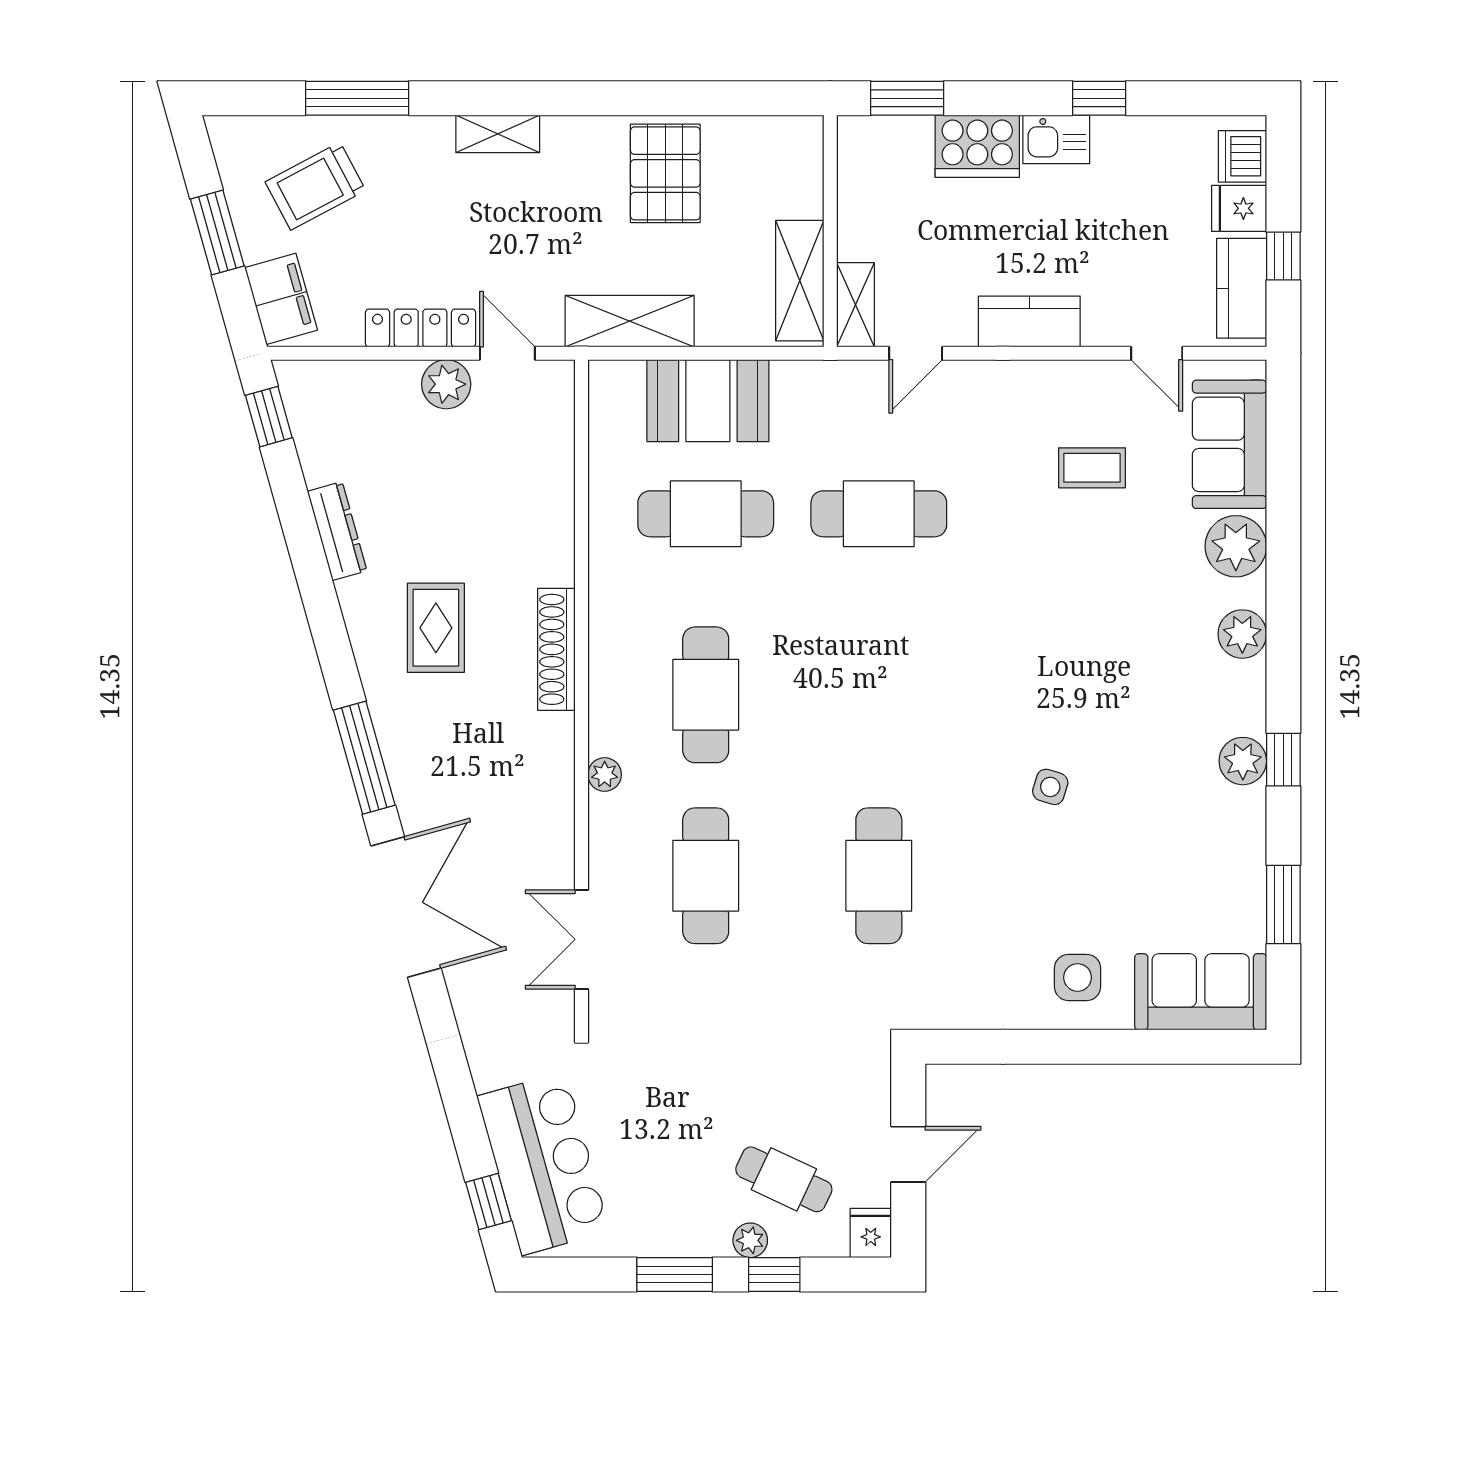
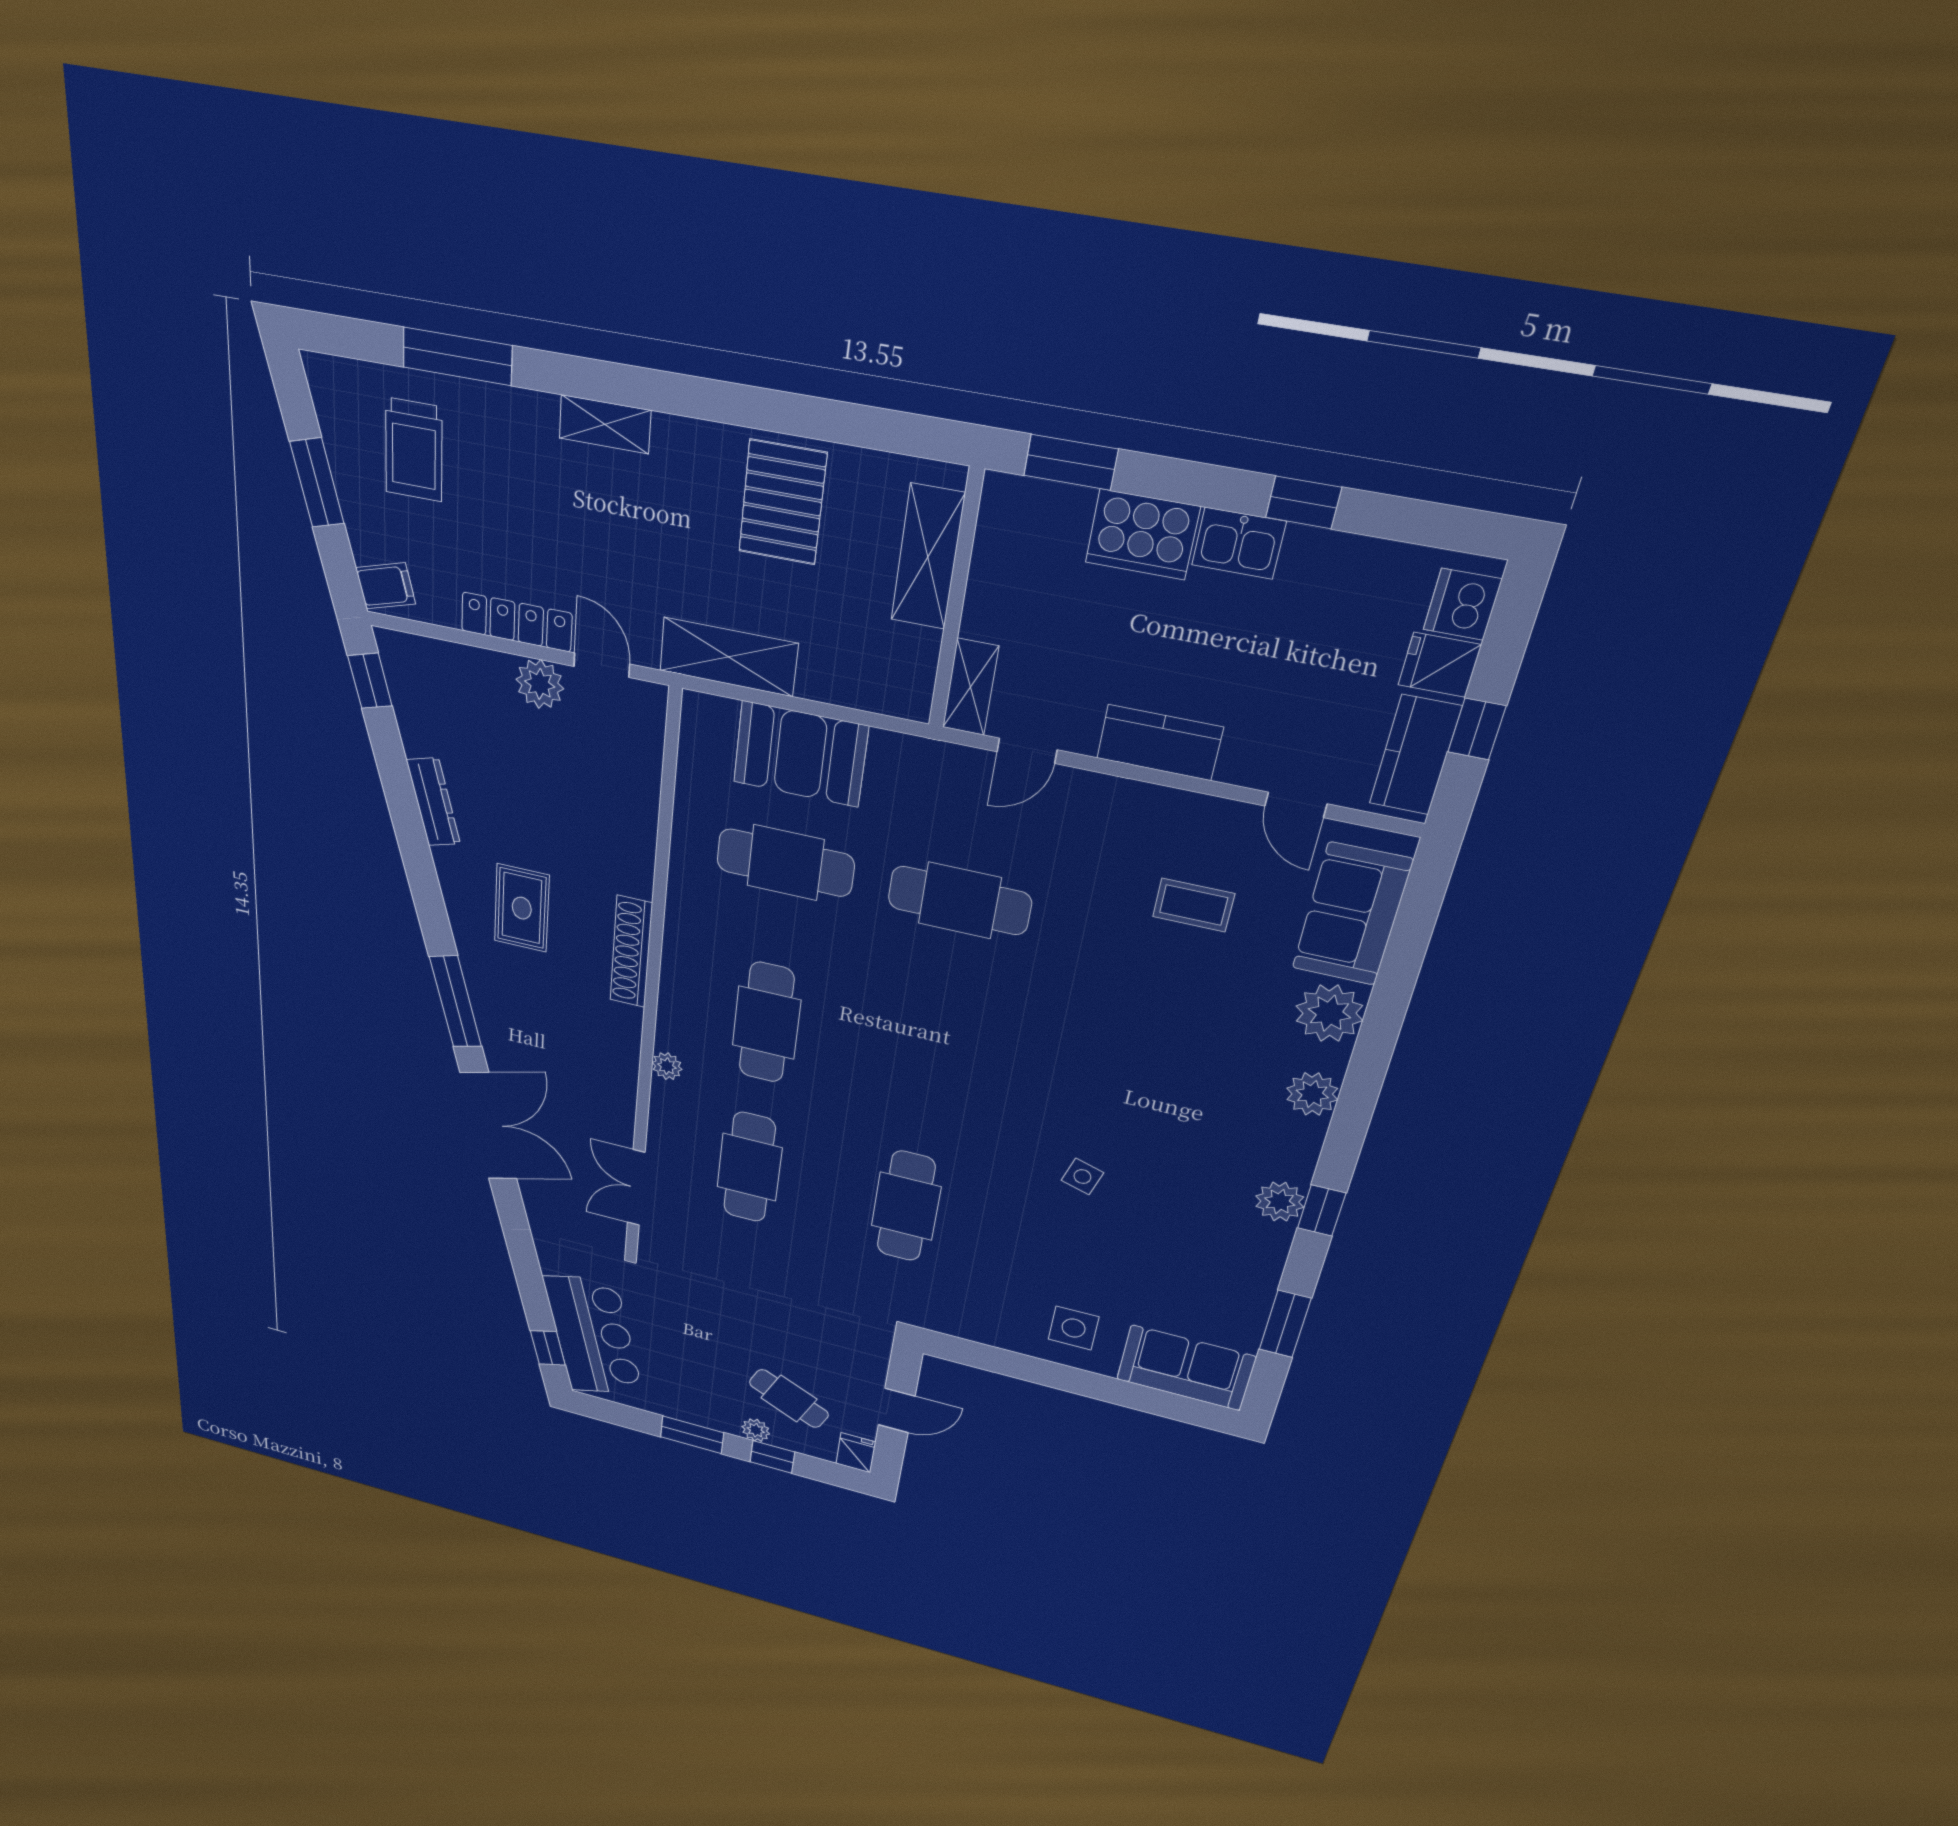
trolley: (315, 186) -> (414, 450), turned -62
shelving: (800, 281) -> (928, 557), moved
filing cabinet: (281, 299) -> (386, 586), width x0.50

